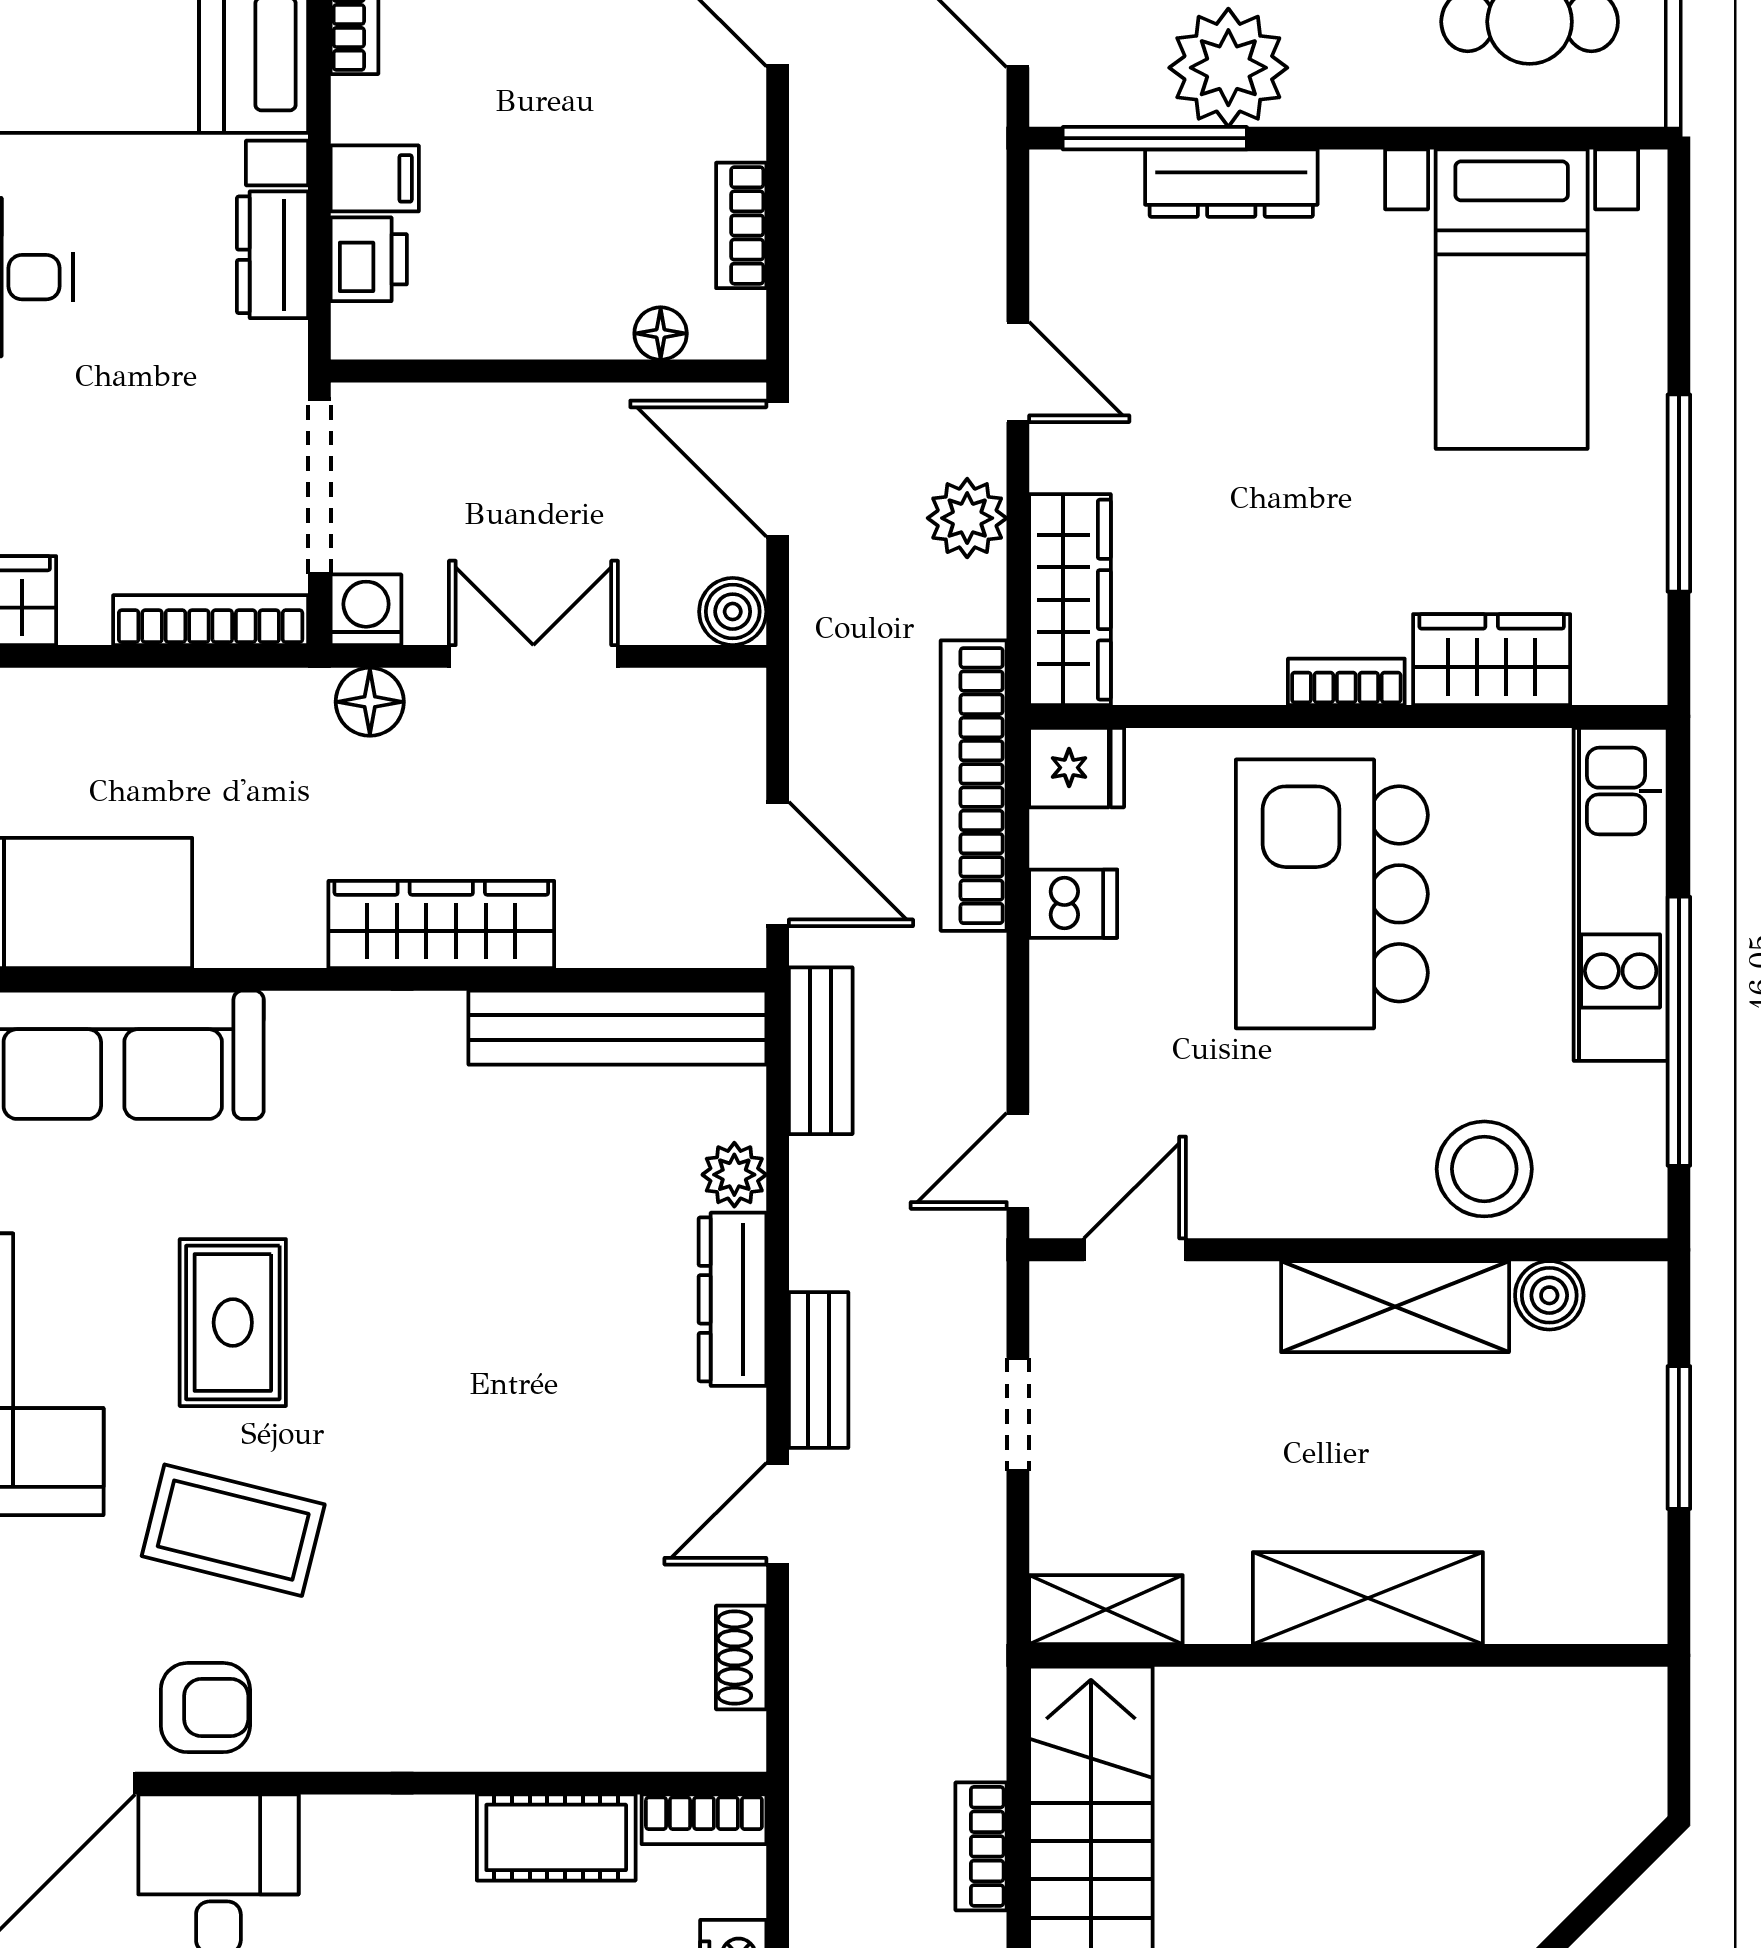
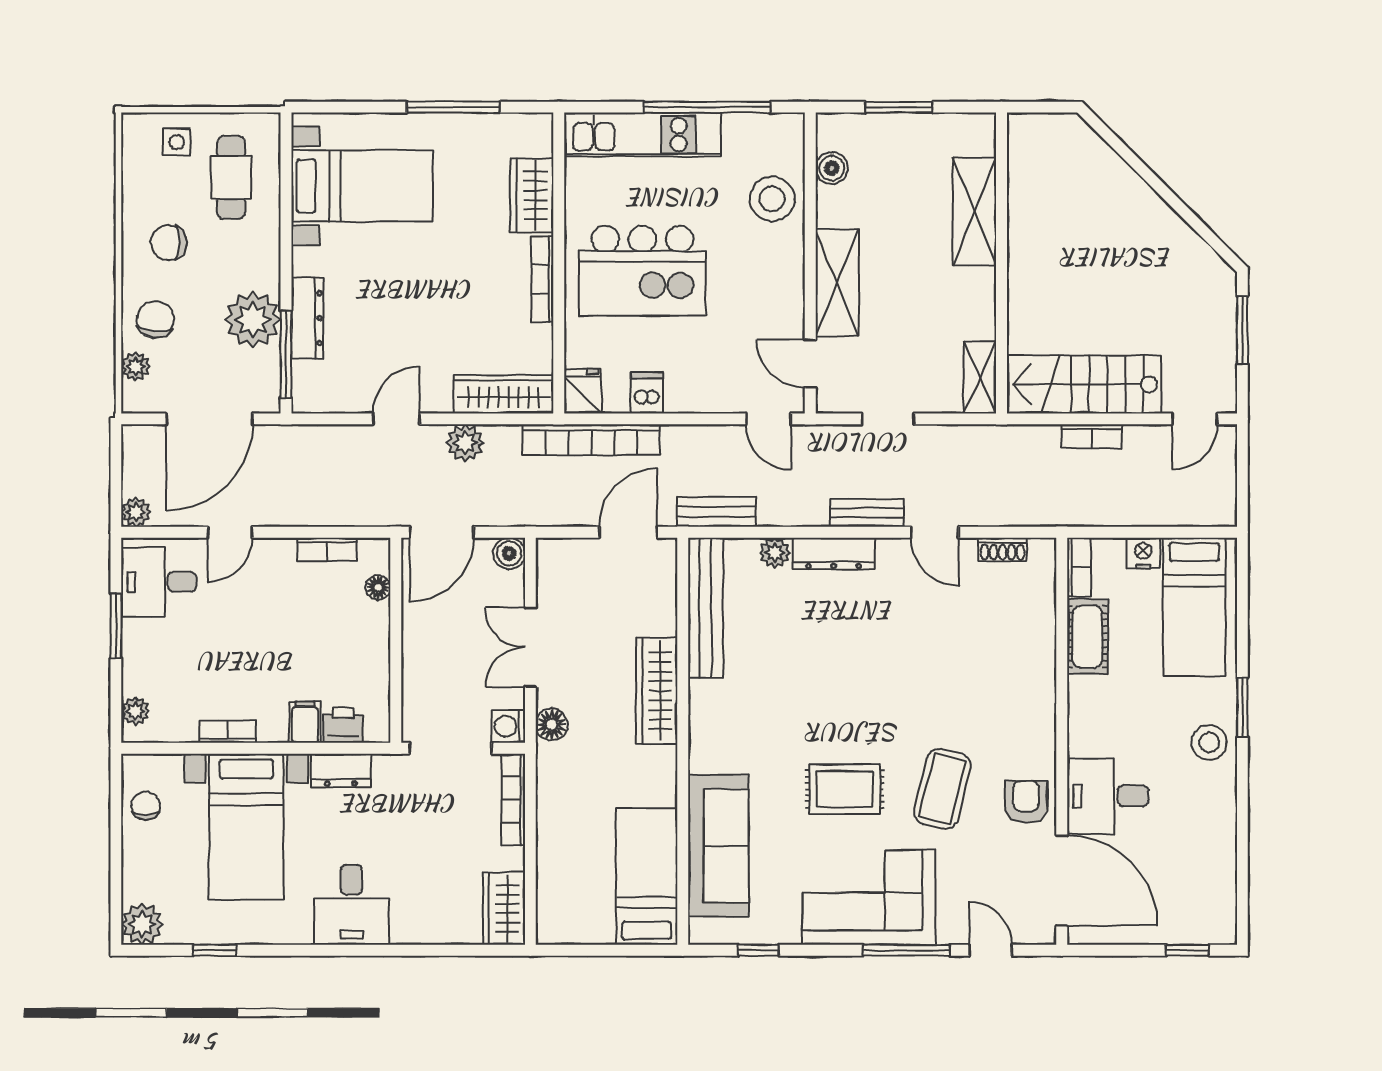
bookcase: (1346, 682) -> (542, 279), width x1.56
shelving: (1395, 1307) -> (837, 283), moved
shelving: (1368, 1598) -> (974, 212), moved

